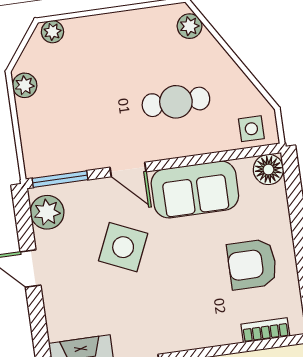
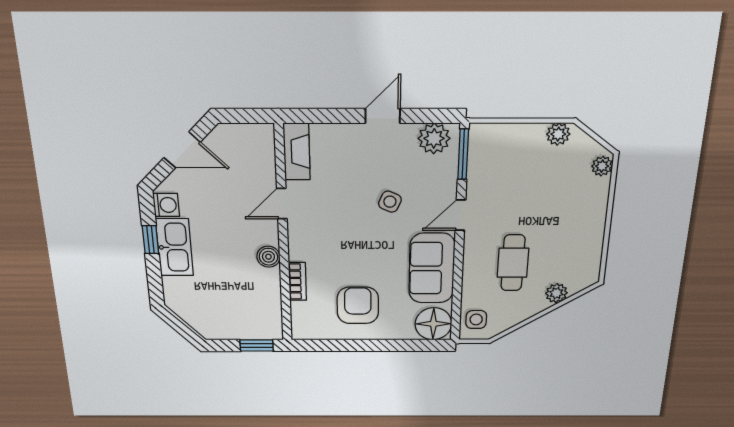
plant: (190, 26) -> (556, 293), moved
floor lamp: (268, 169) -> (433, 324), width x1.38, depth x1.38
side table: (123, 247) -> (390, 202), width x0.54, depth x0.54
bookcase: (265, 330) -> (297, 281), moved

